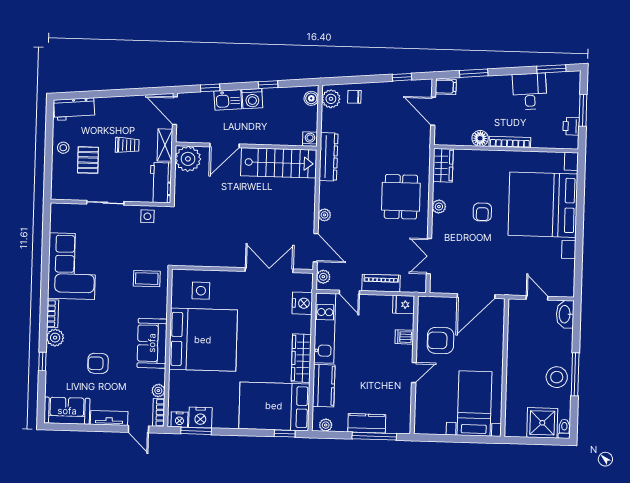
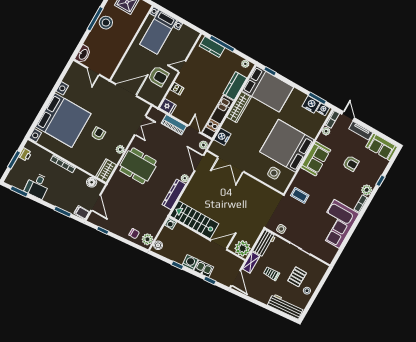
workbench: (74, 109) -> (286, 306), width x1.37
floor lamp: (480, 138) -> (92, 182), moved
dresser: (329, 157) -> (174, 194), moved
dining table: (401, 197) -> (138, 166), width x1.38
kitchen counter: (367, 423) -> (212, 47), moved

